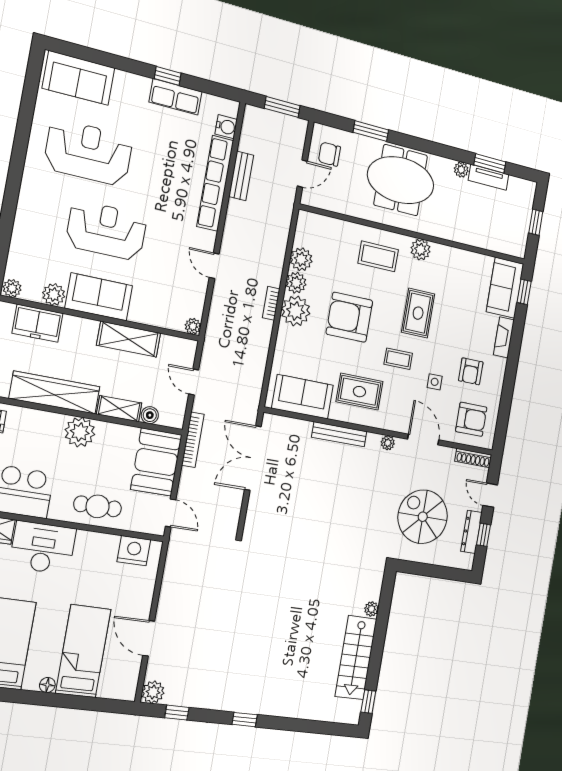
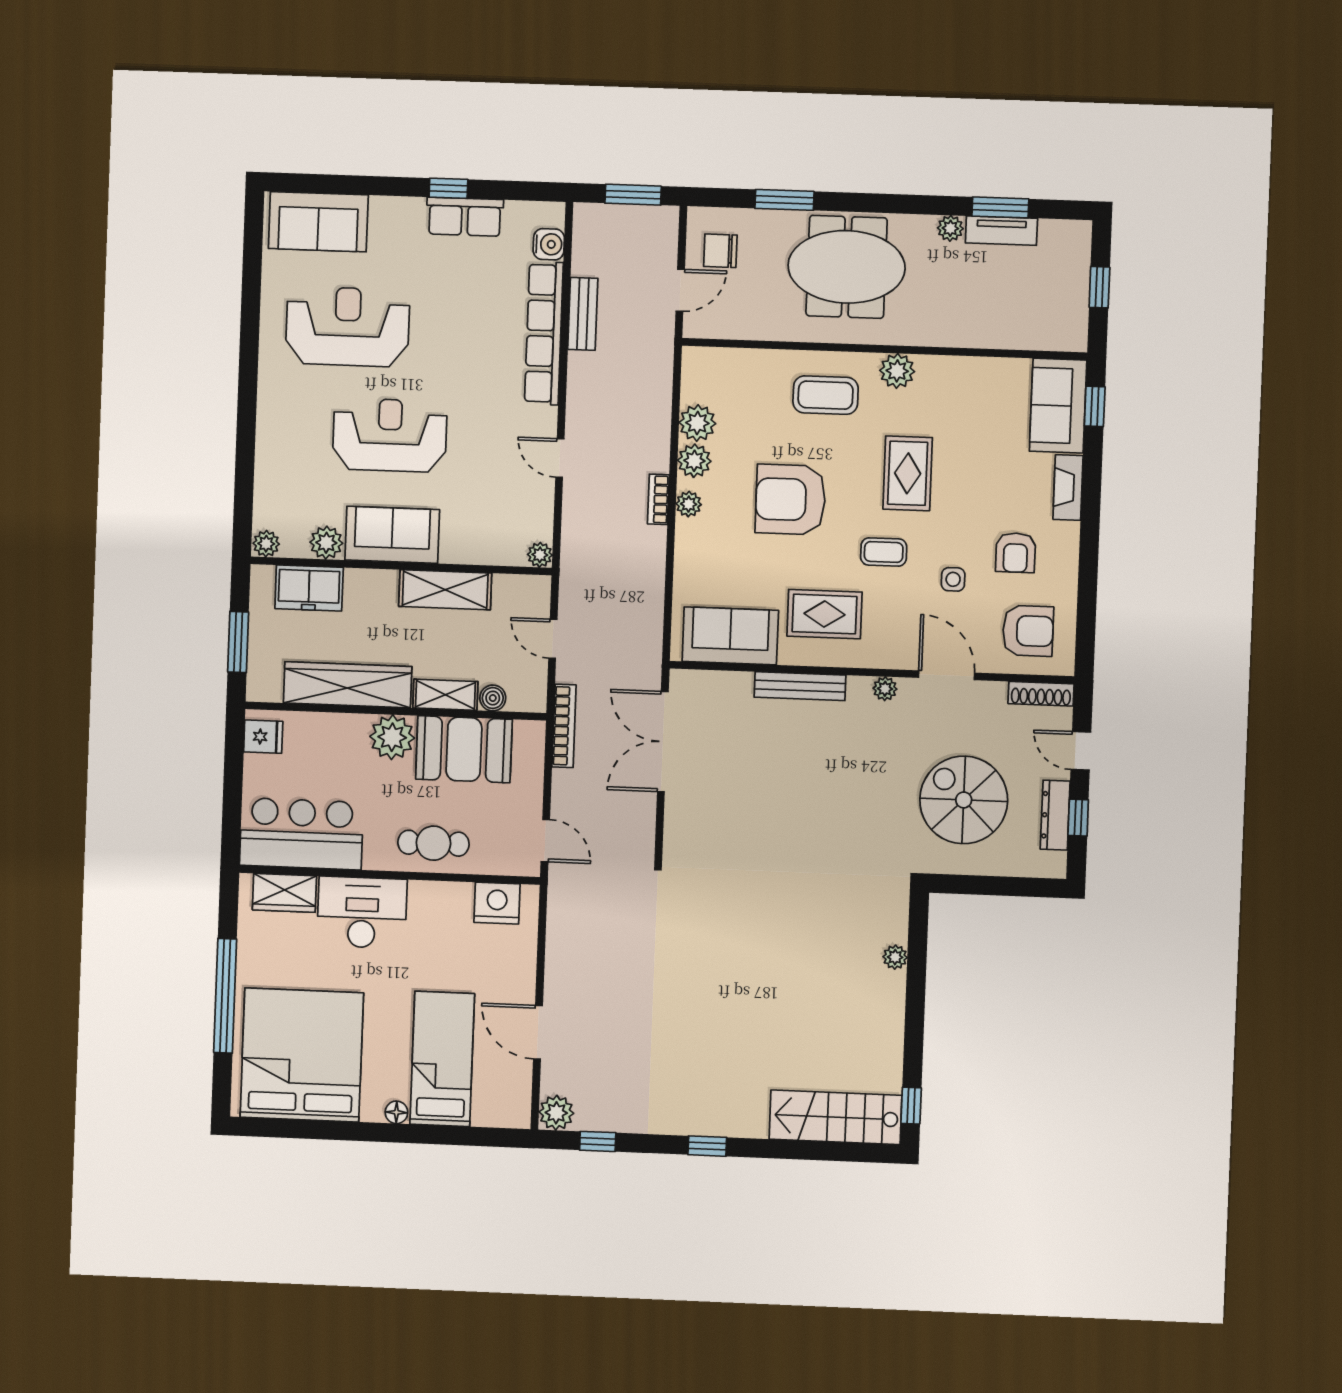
plant: (296, 311) -> (689, 504), width x0.53, depth x0.53
booth: (156, 462) -> (464, 749), moved, turned 90
stairs: (356, 658) -> (835, 1117), moved, turned 90

